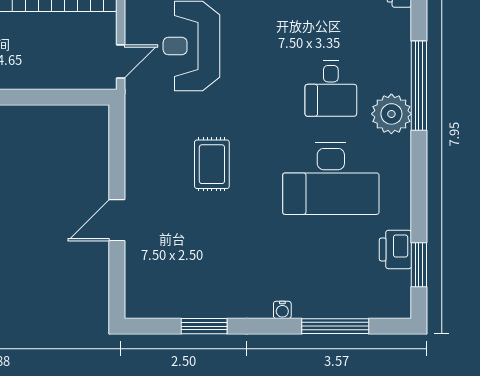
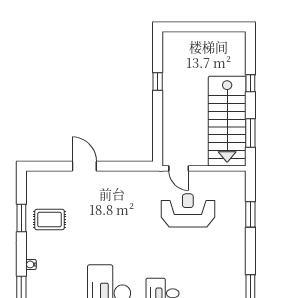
rug: (212, 164) -> (50, 220), moved

